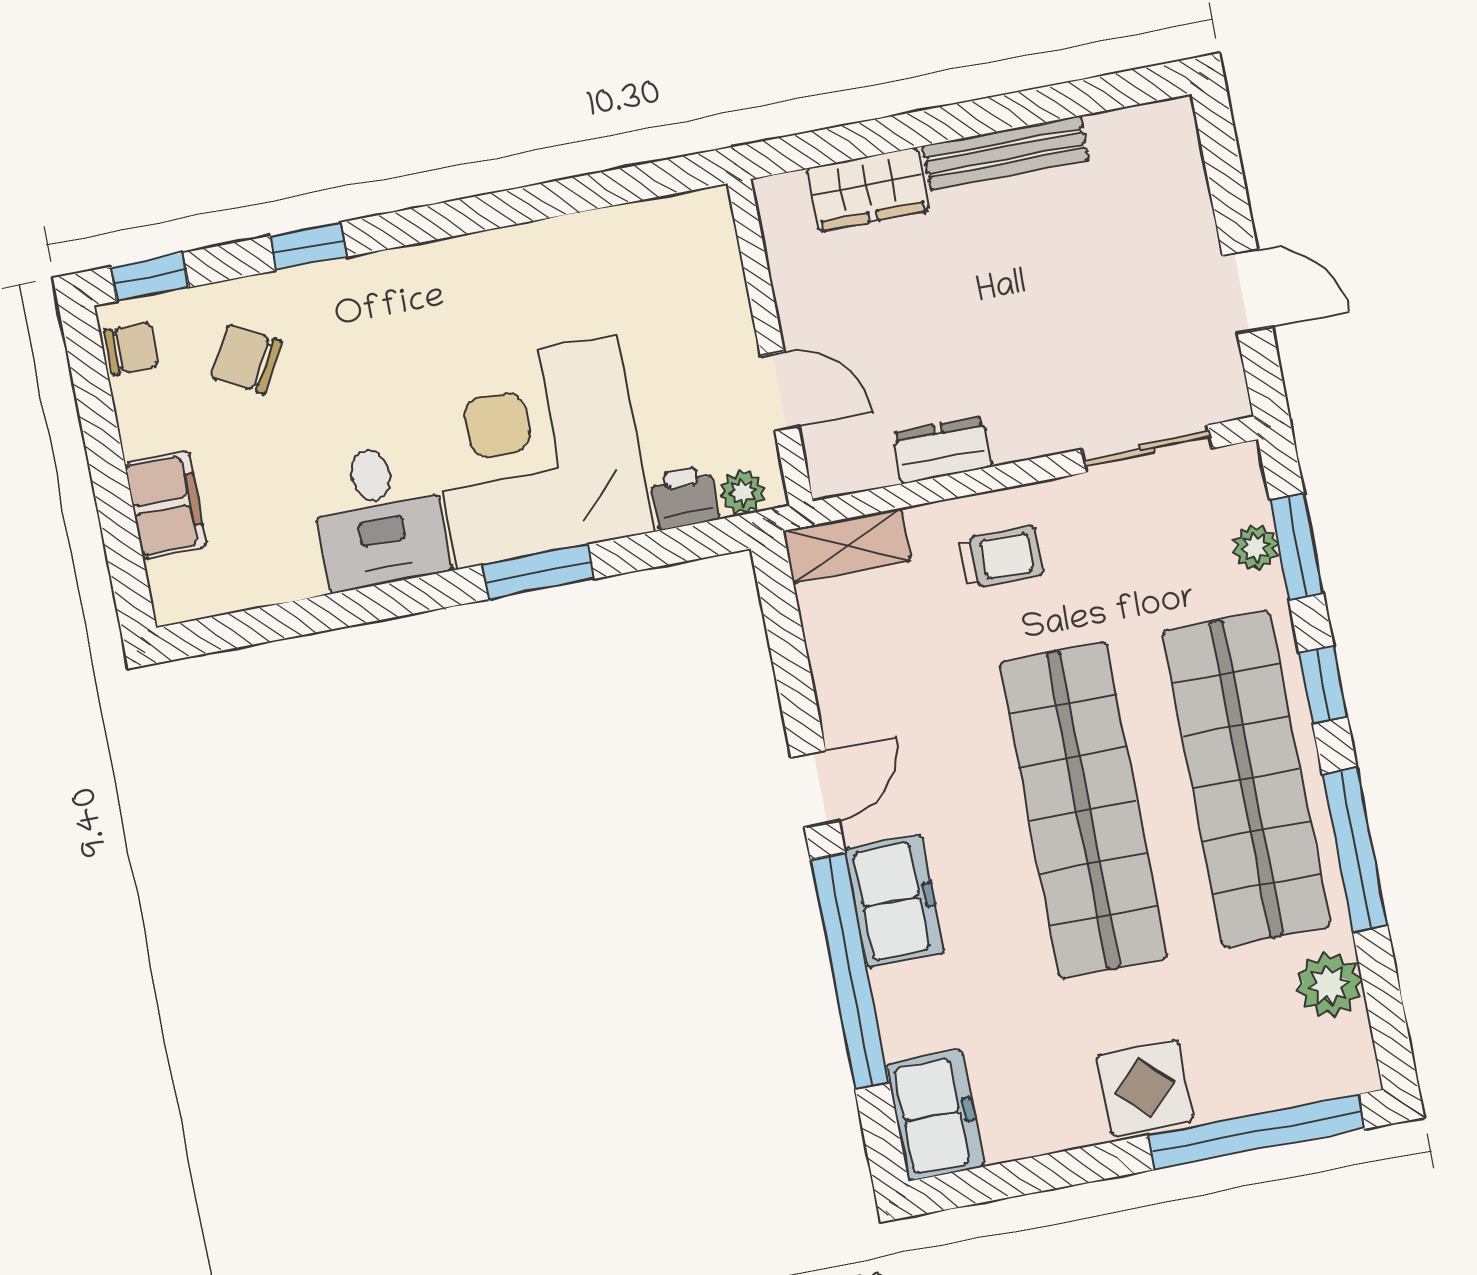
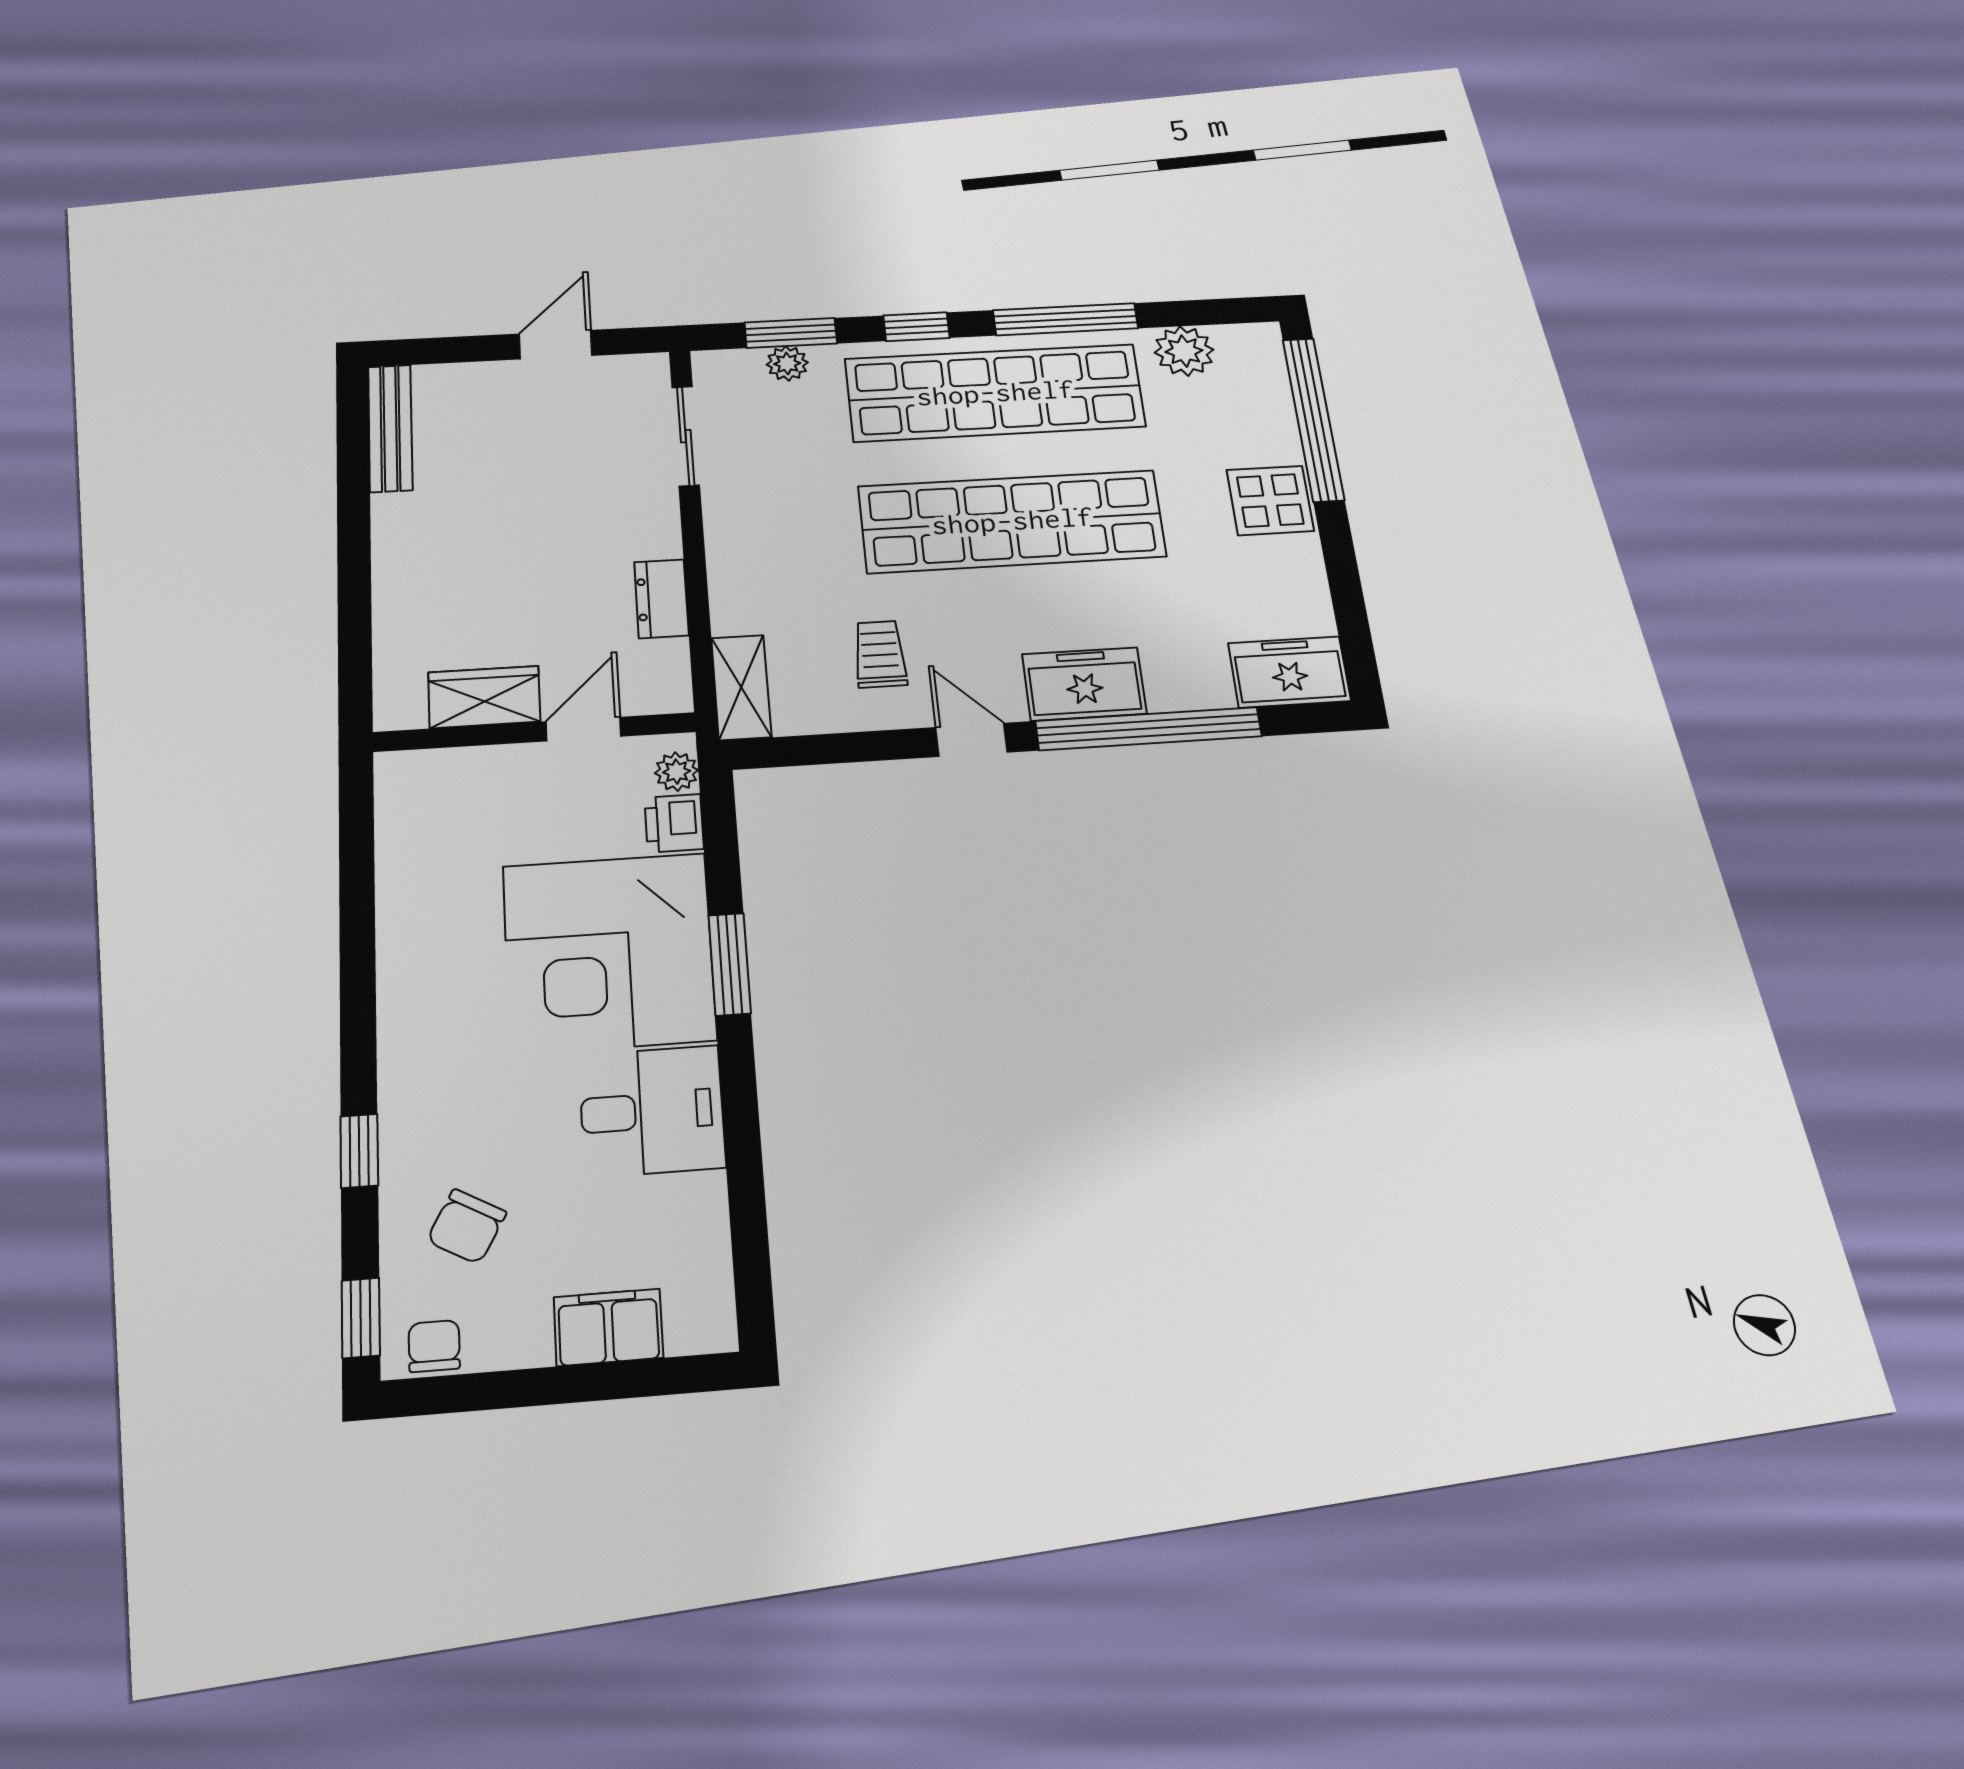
bench: (1005, 153) -> (390, 428), moved
wardrobe: (868, 190) -> (484, 697), moved, turned -90
trolley: (1001, 557) -> (880, 654), moved

